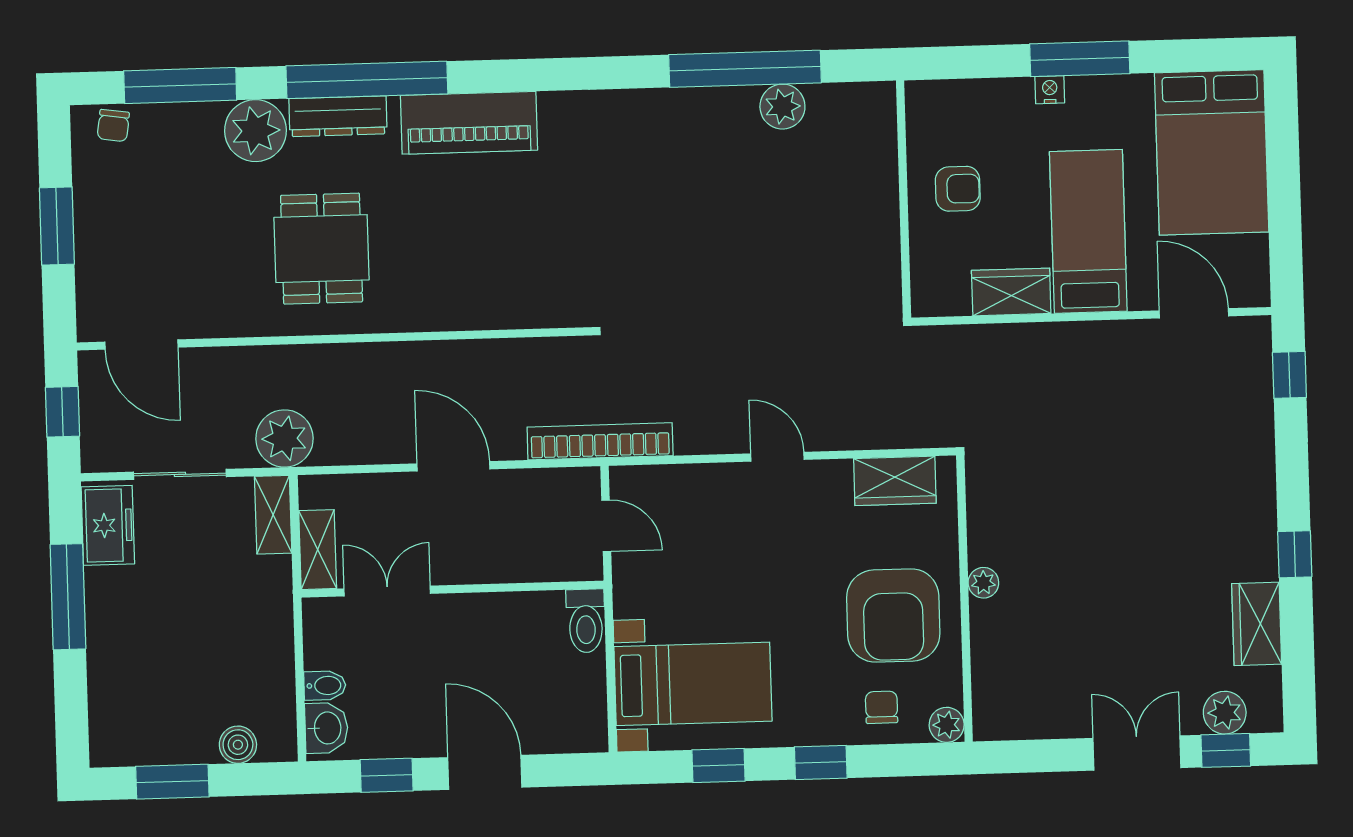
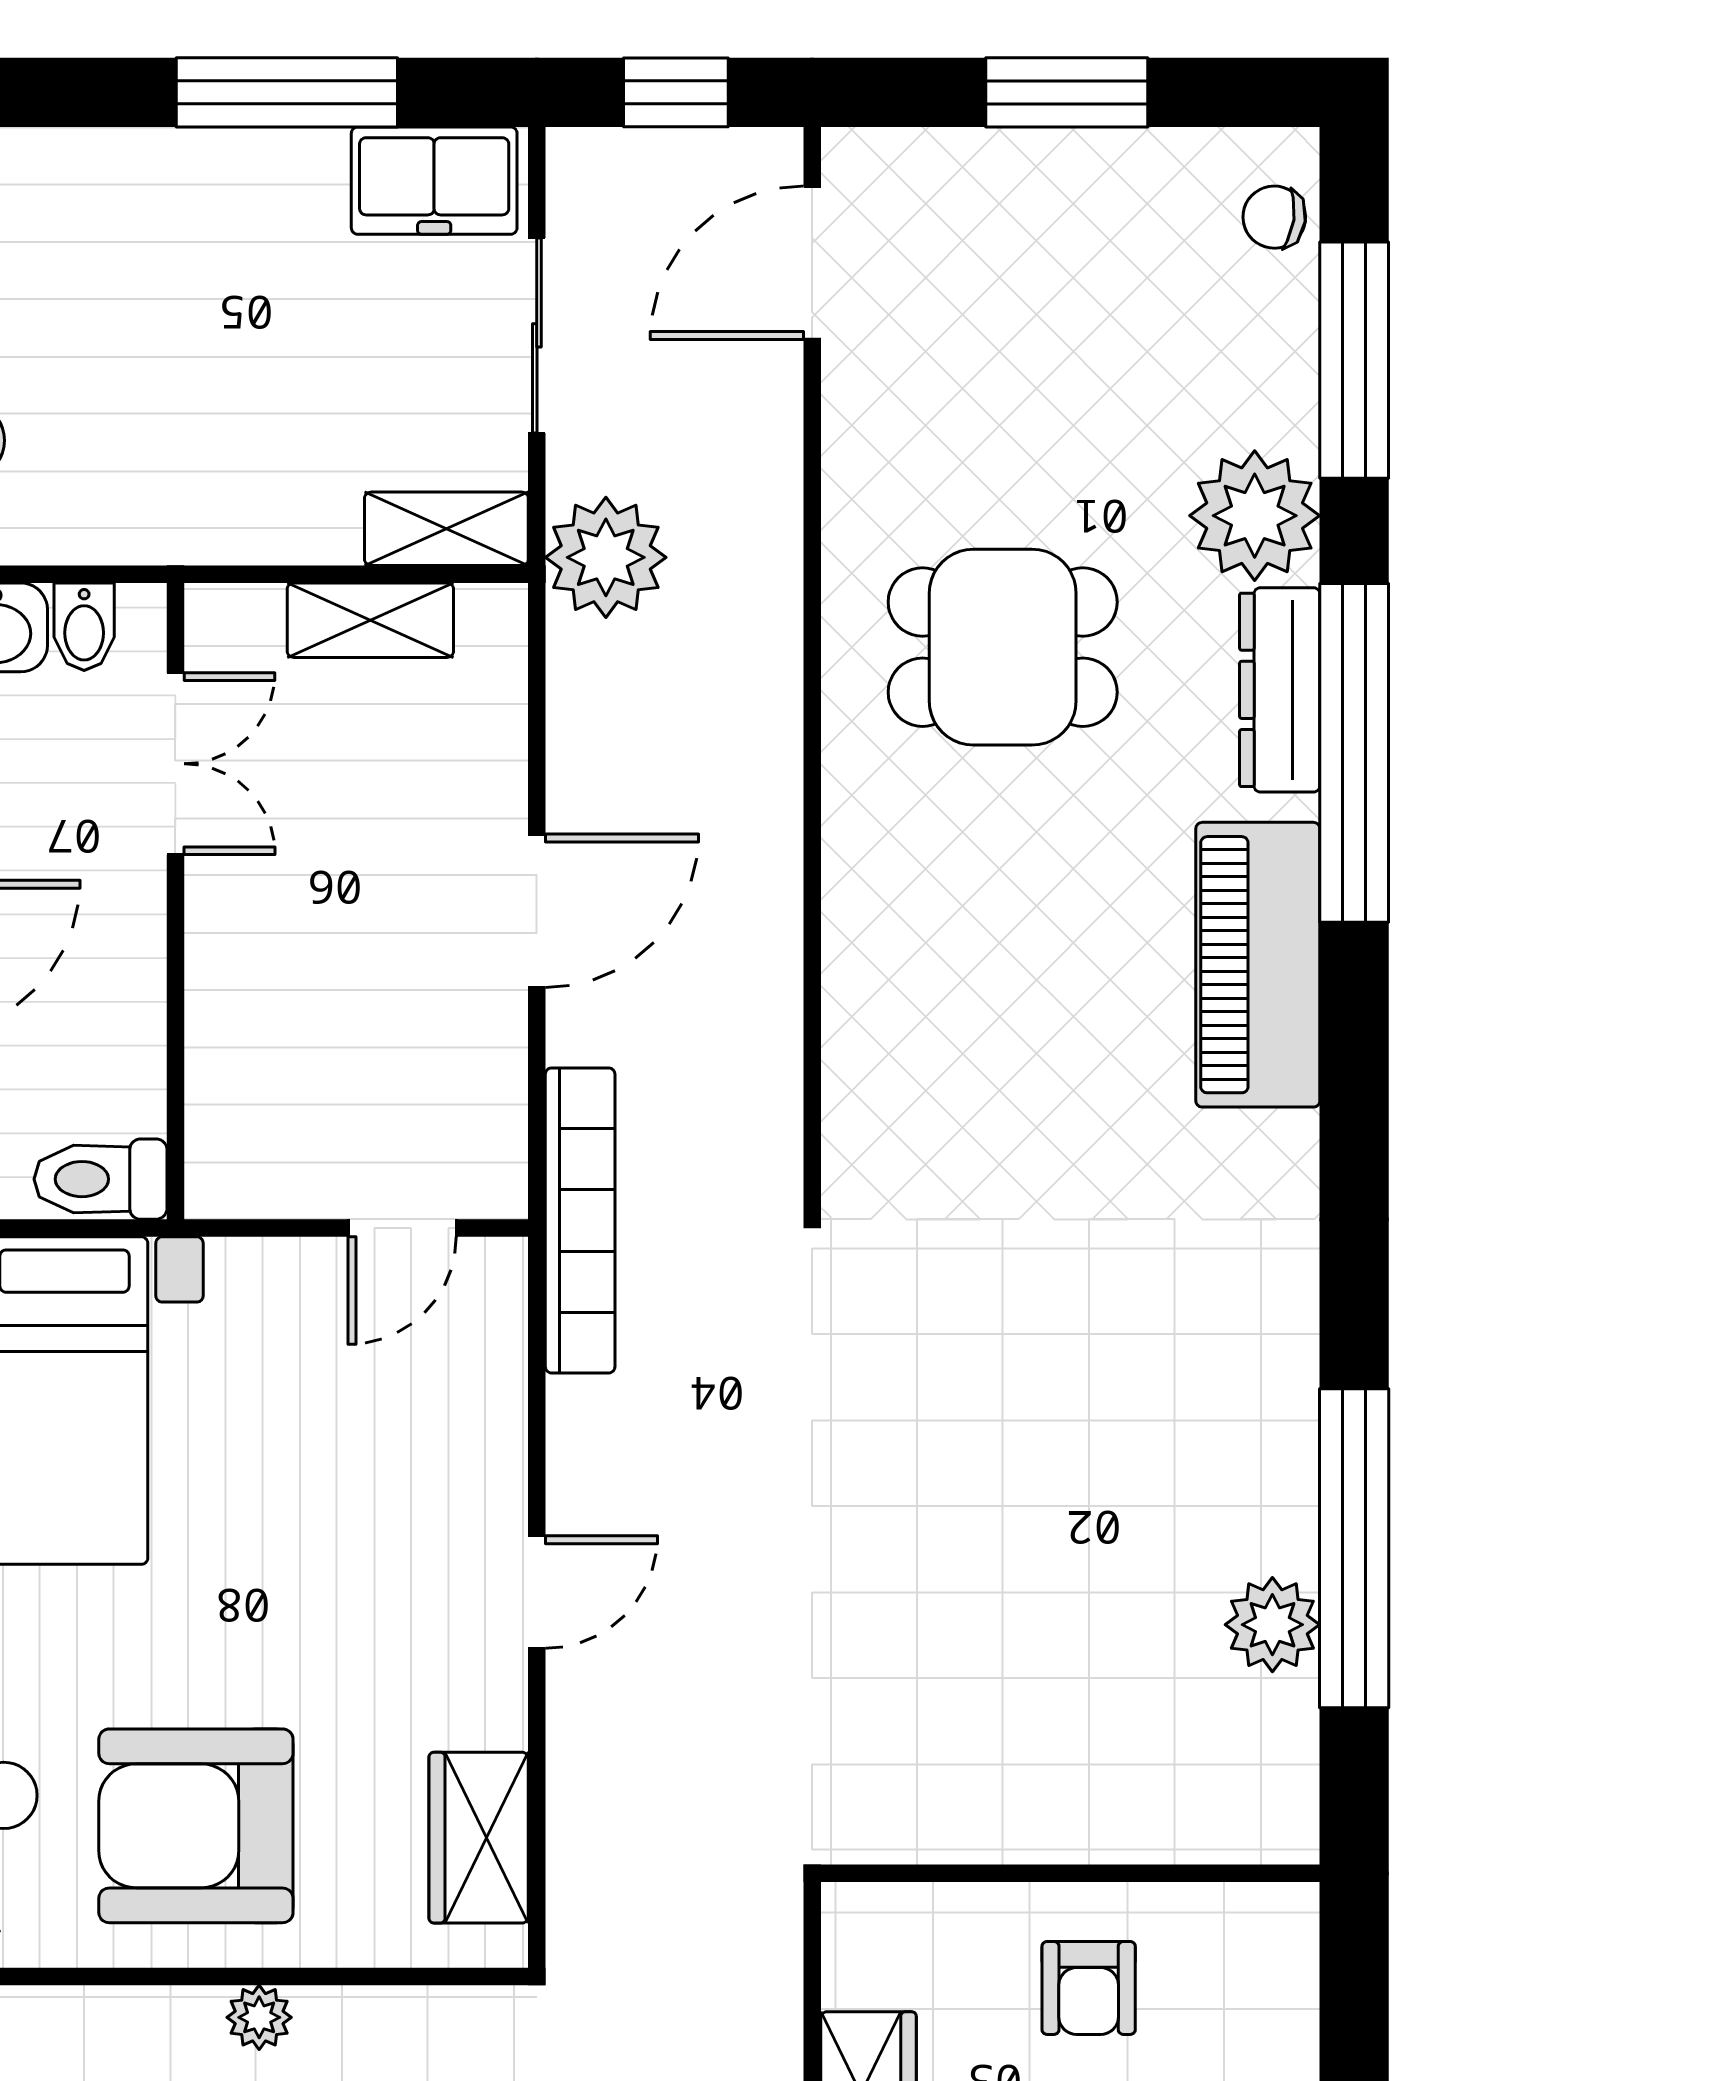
wall: (453, 589) -> (175, 901), moved
double door: (387, 591) -> (175, 764), moved
toilet: (586, 621) -> (101, 1179), moved

